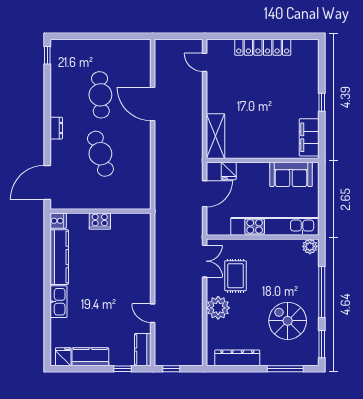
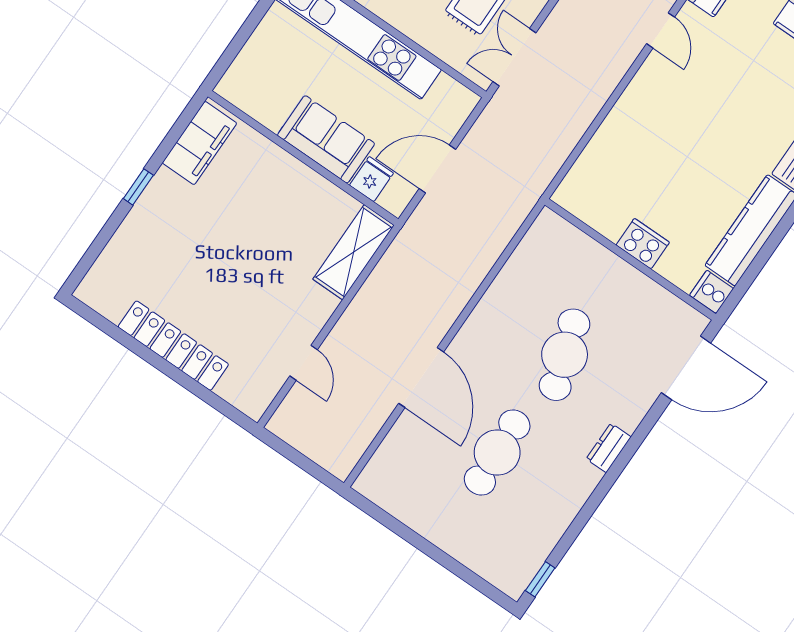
door: (205, 62) -> (304, 363), moved
sofa: (291, 174) -> (326, 139), moved

